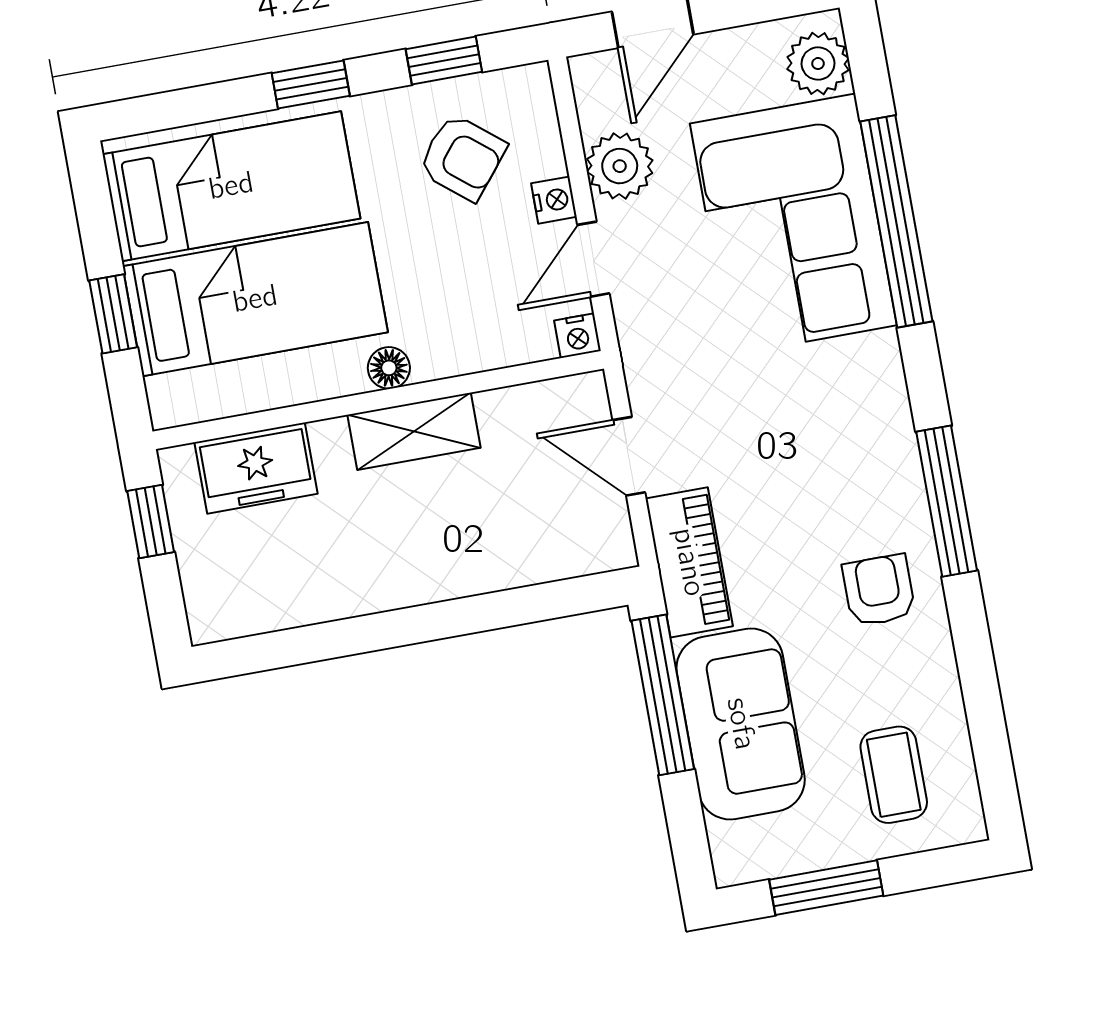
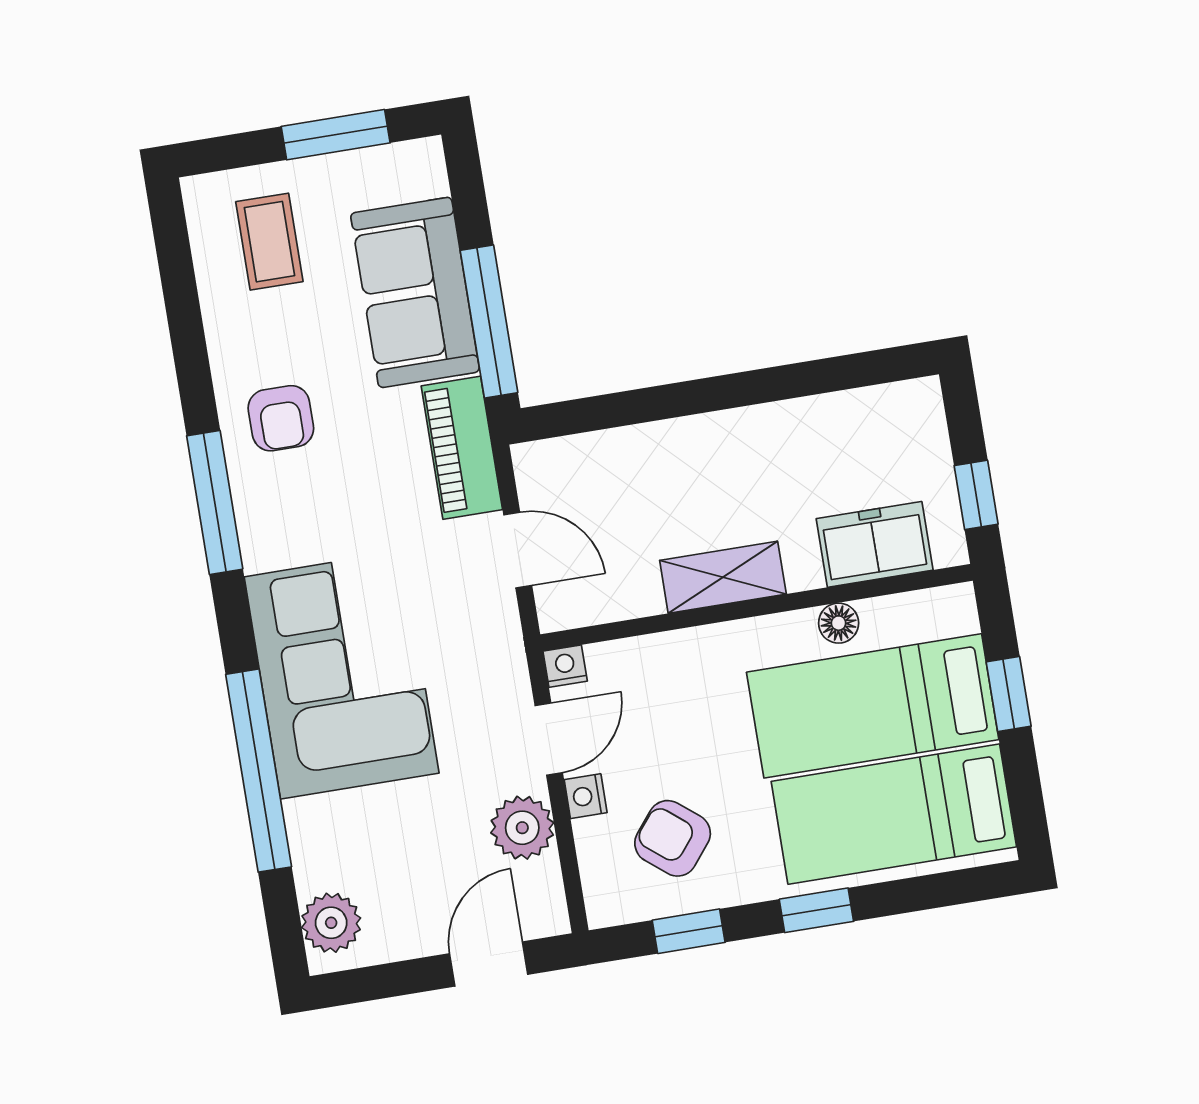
corner sofa: (793, 224) -> (342, 675), moved
floor lamp: (389, 368) -> (839, 623), moved

